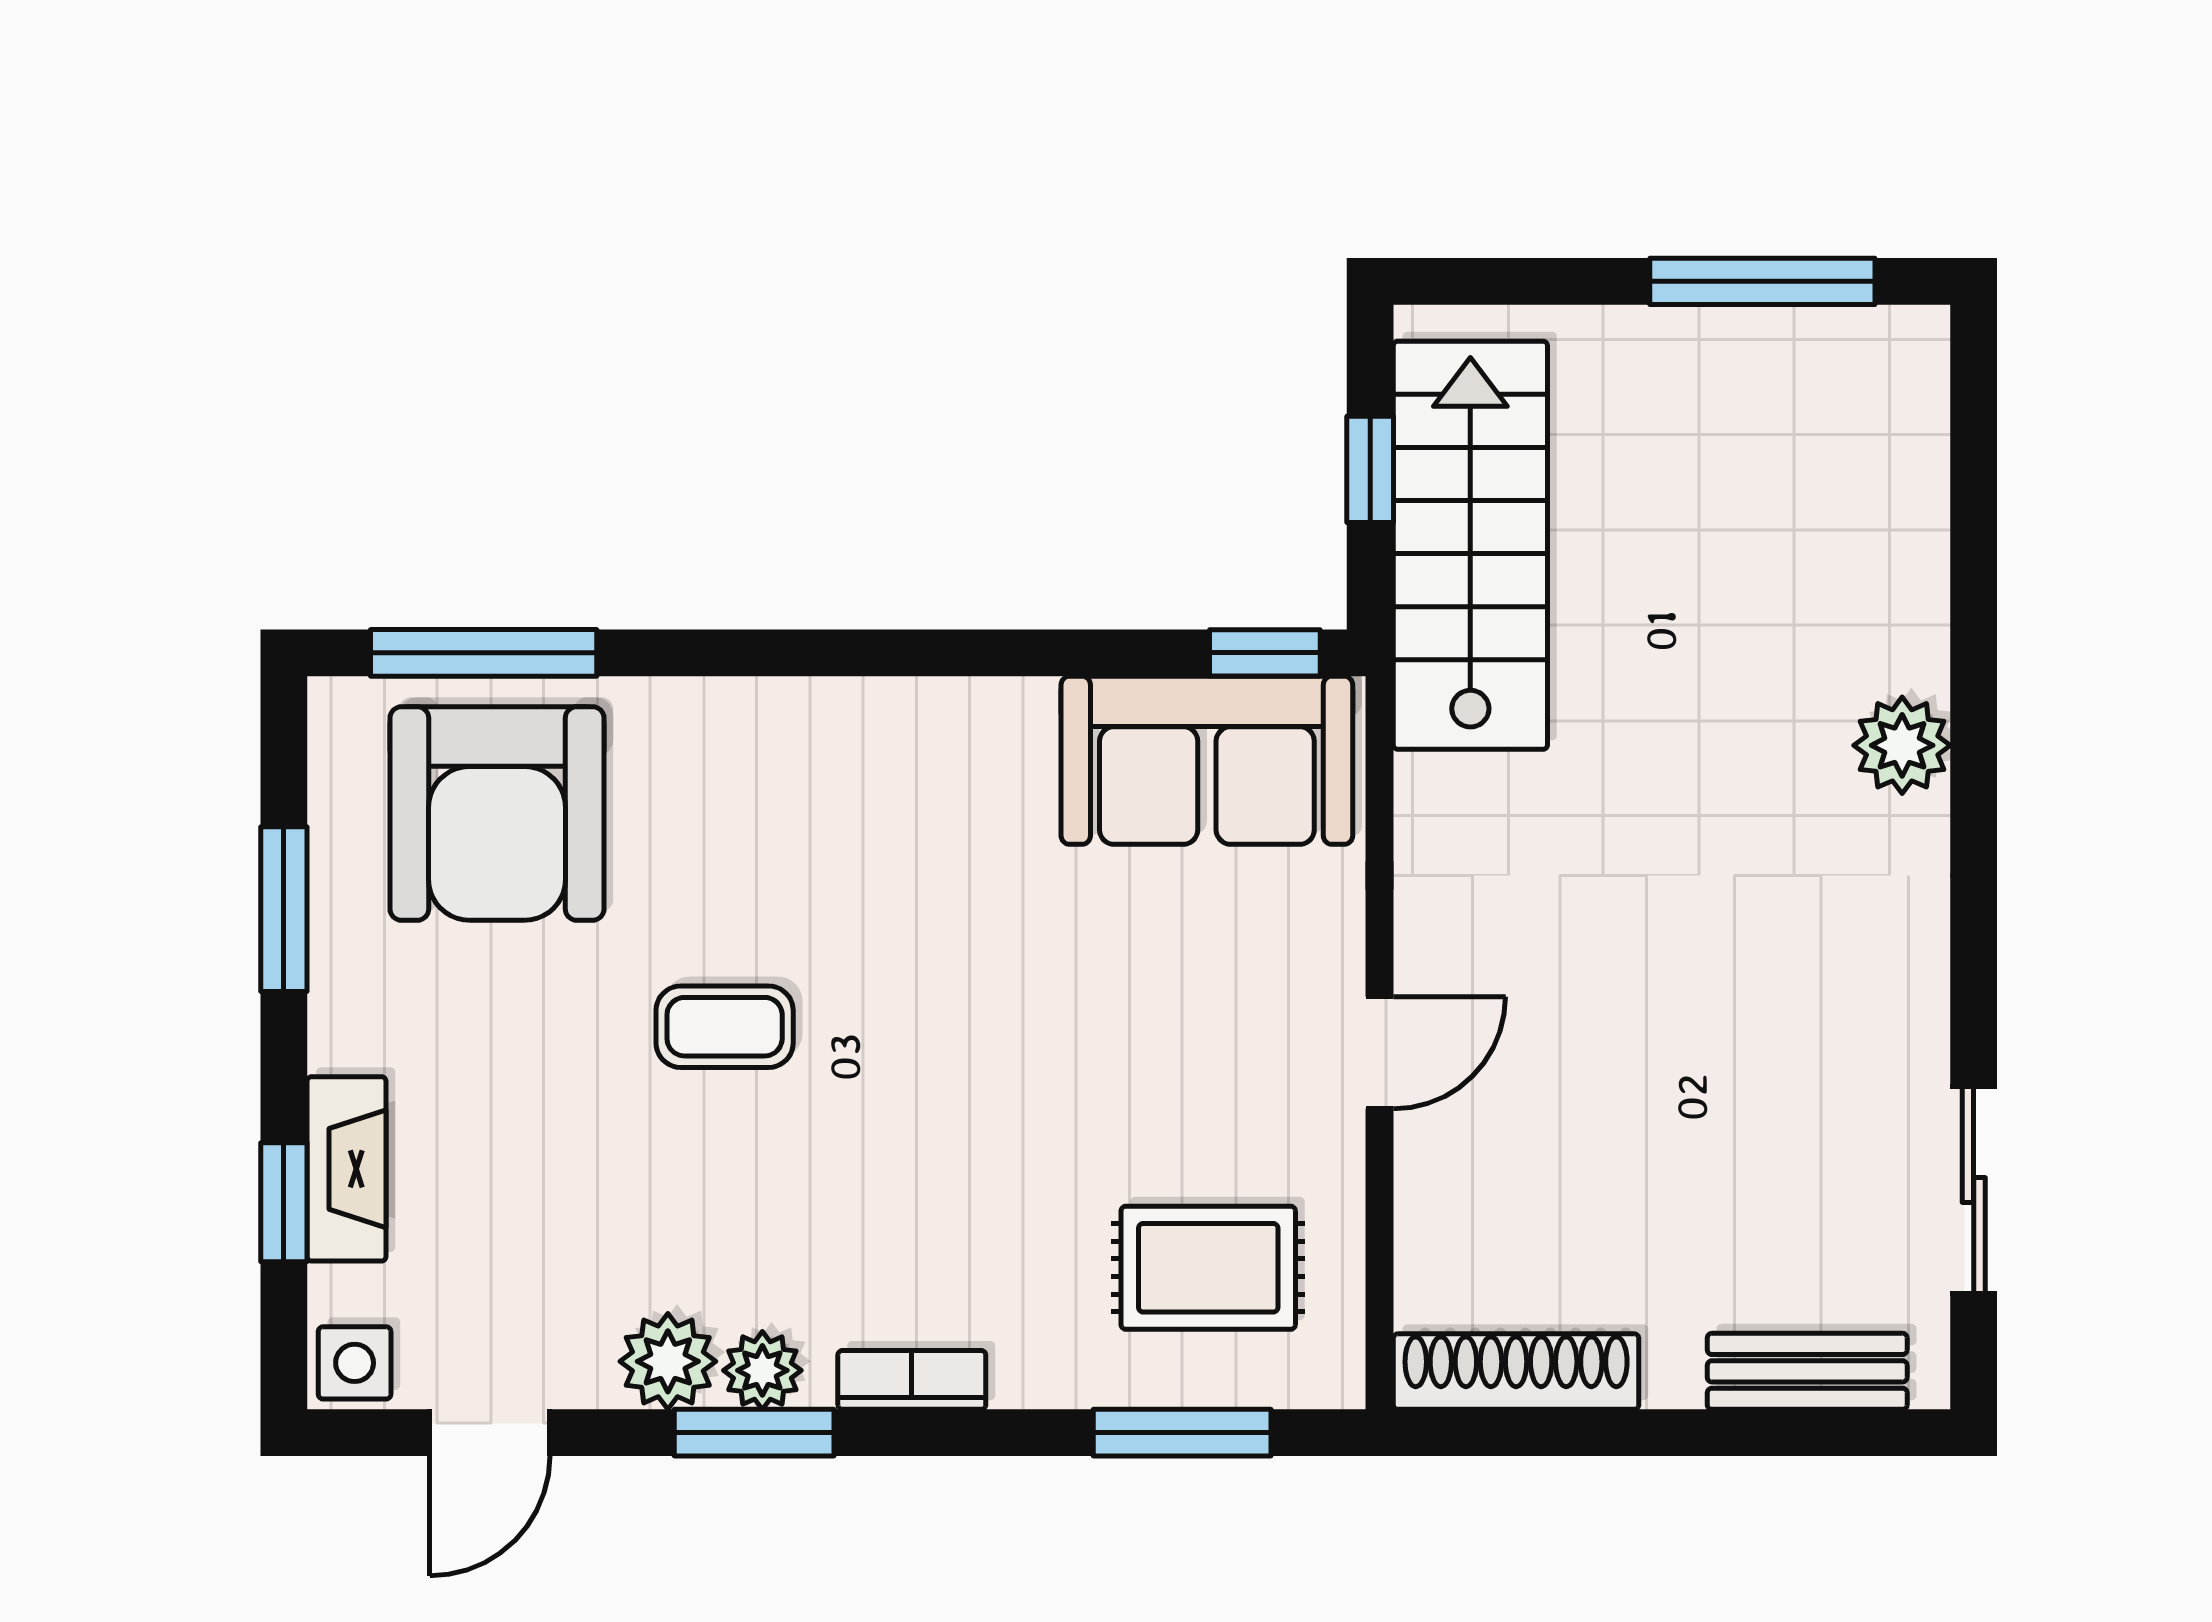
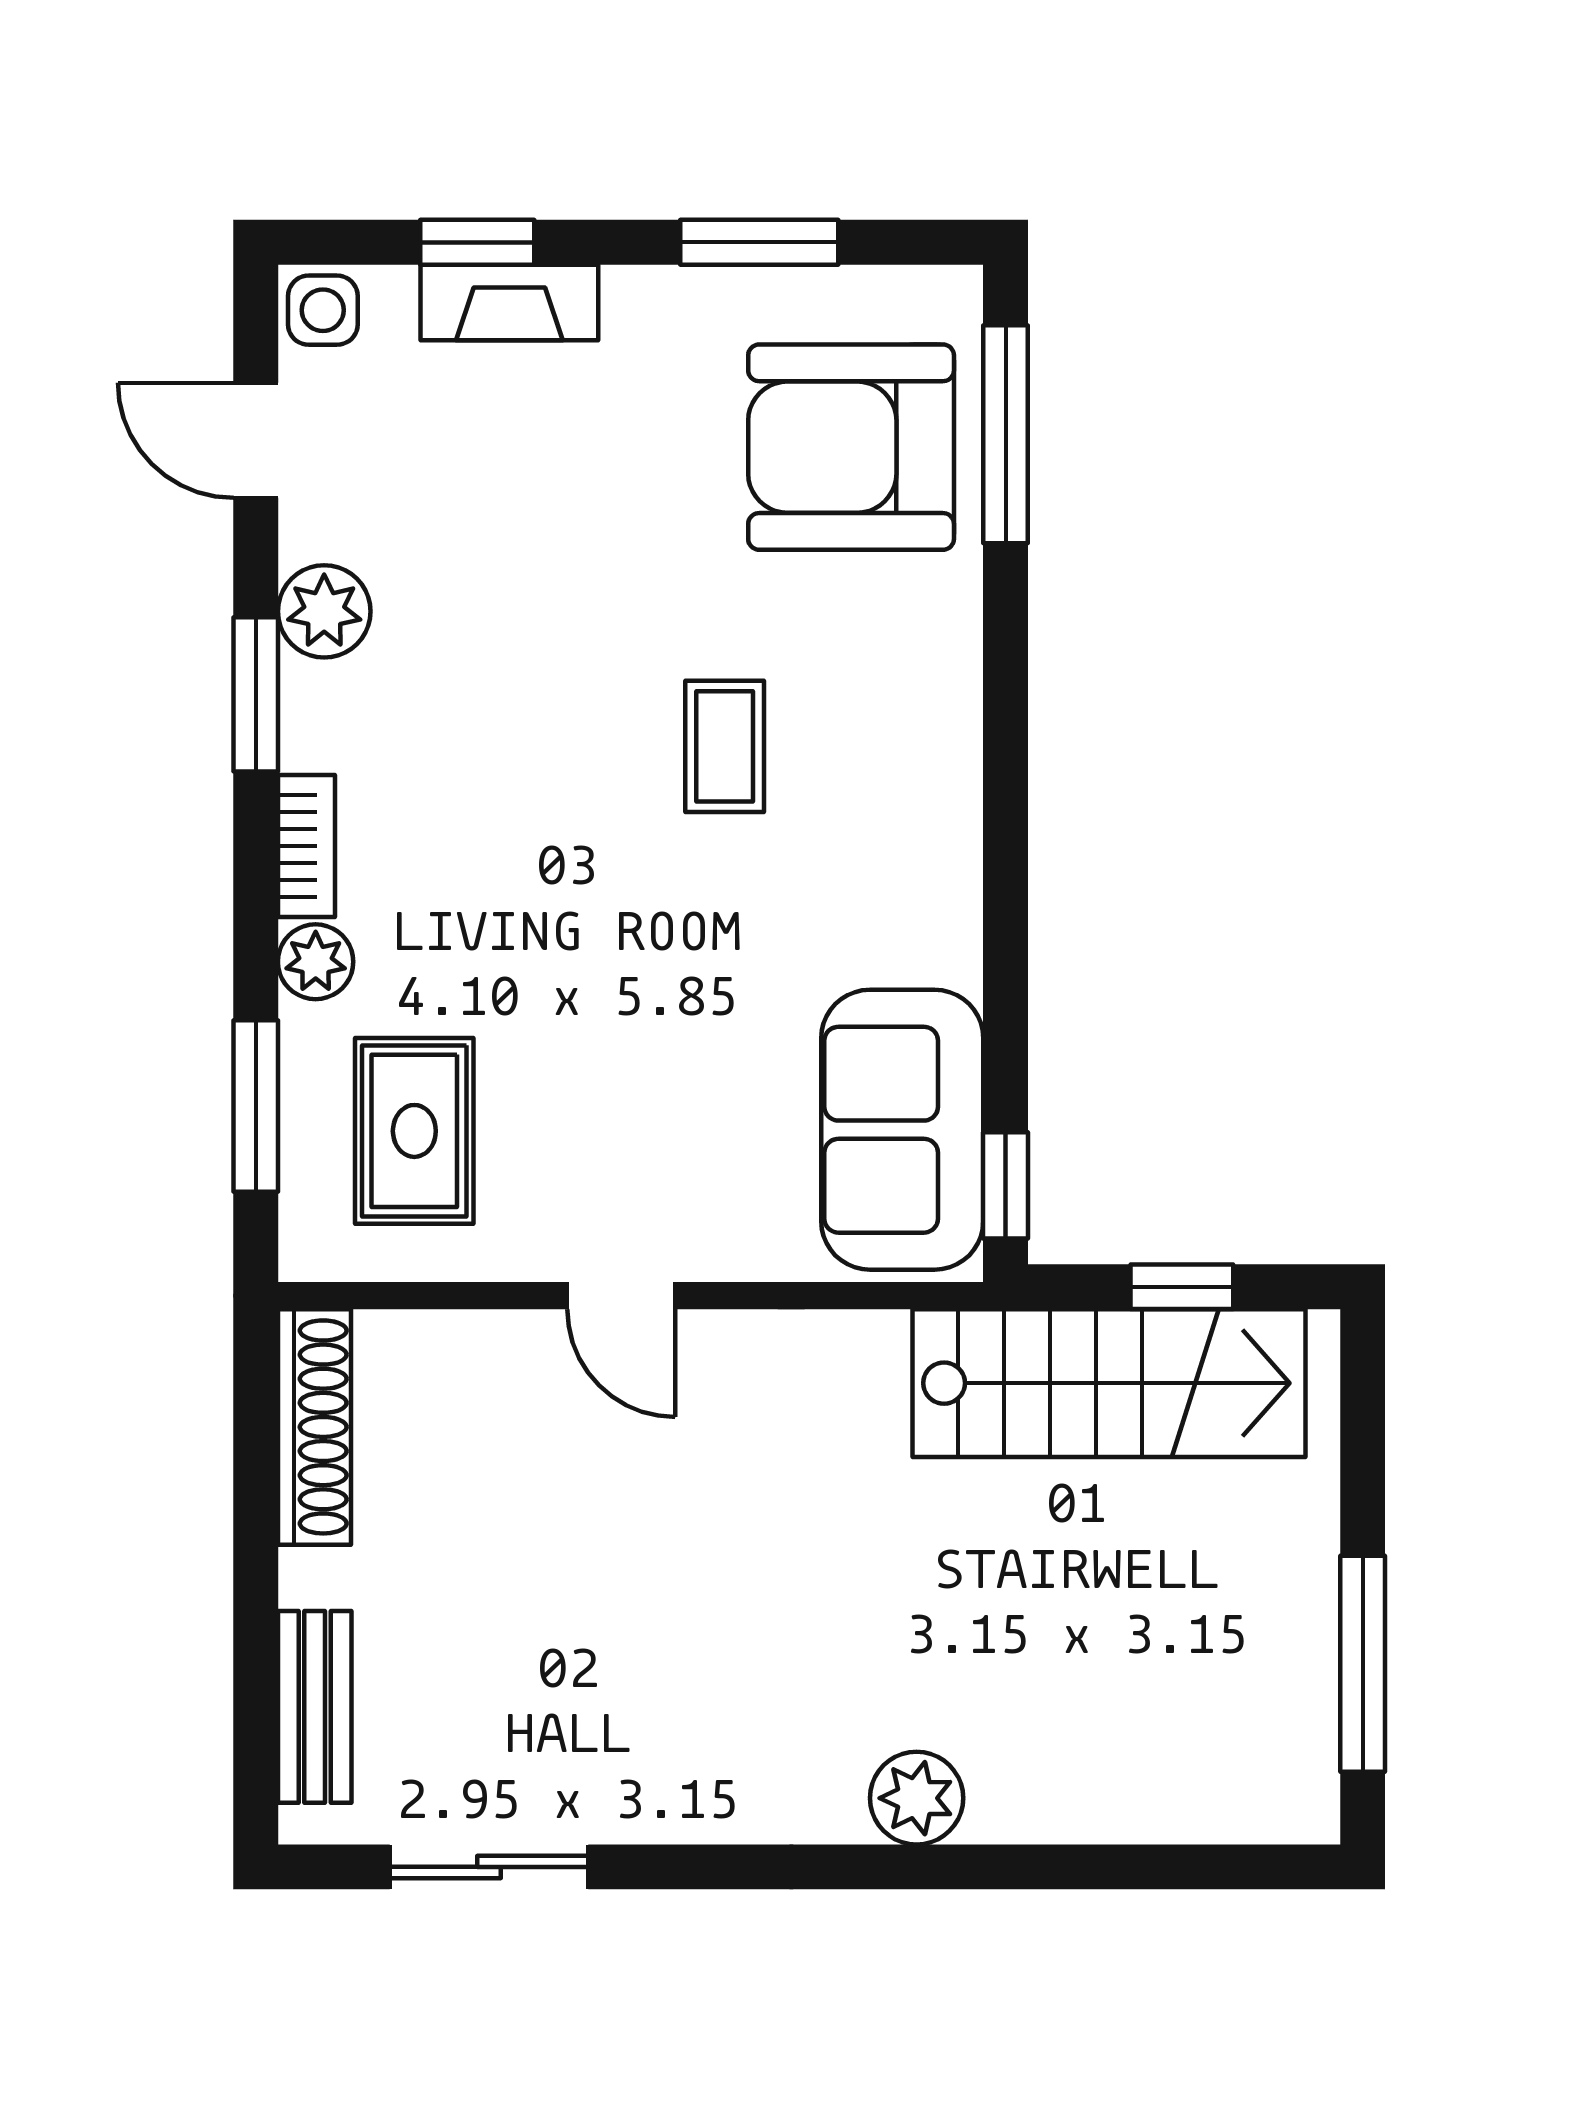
coffee table: (725, 1027) -> (725, 746), moved
plant: (762, 1370) -> (316, 962), moved

